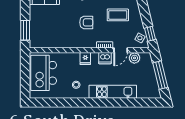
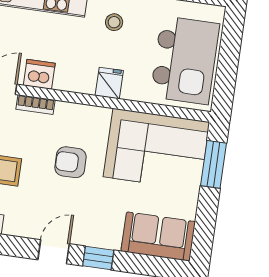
corner sofa: (50, 33) -> (156, 149), added
fridge: (85, 59) -> (109, 83), moved

